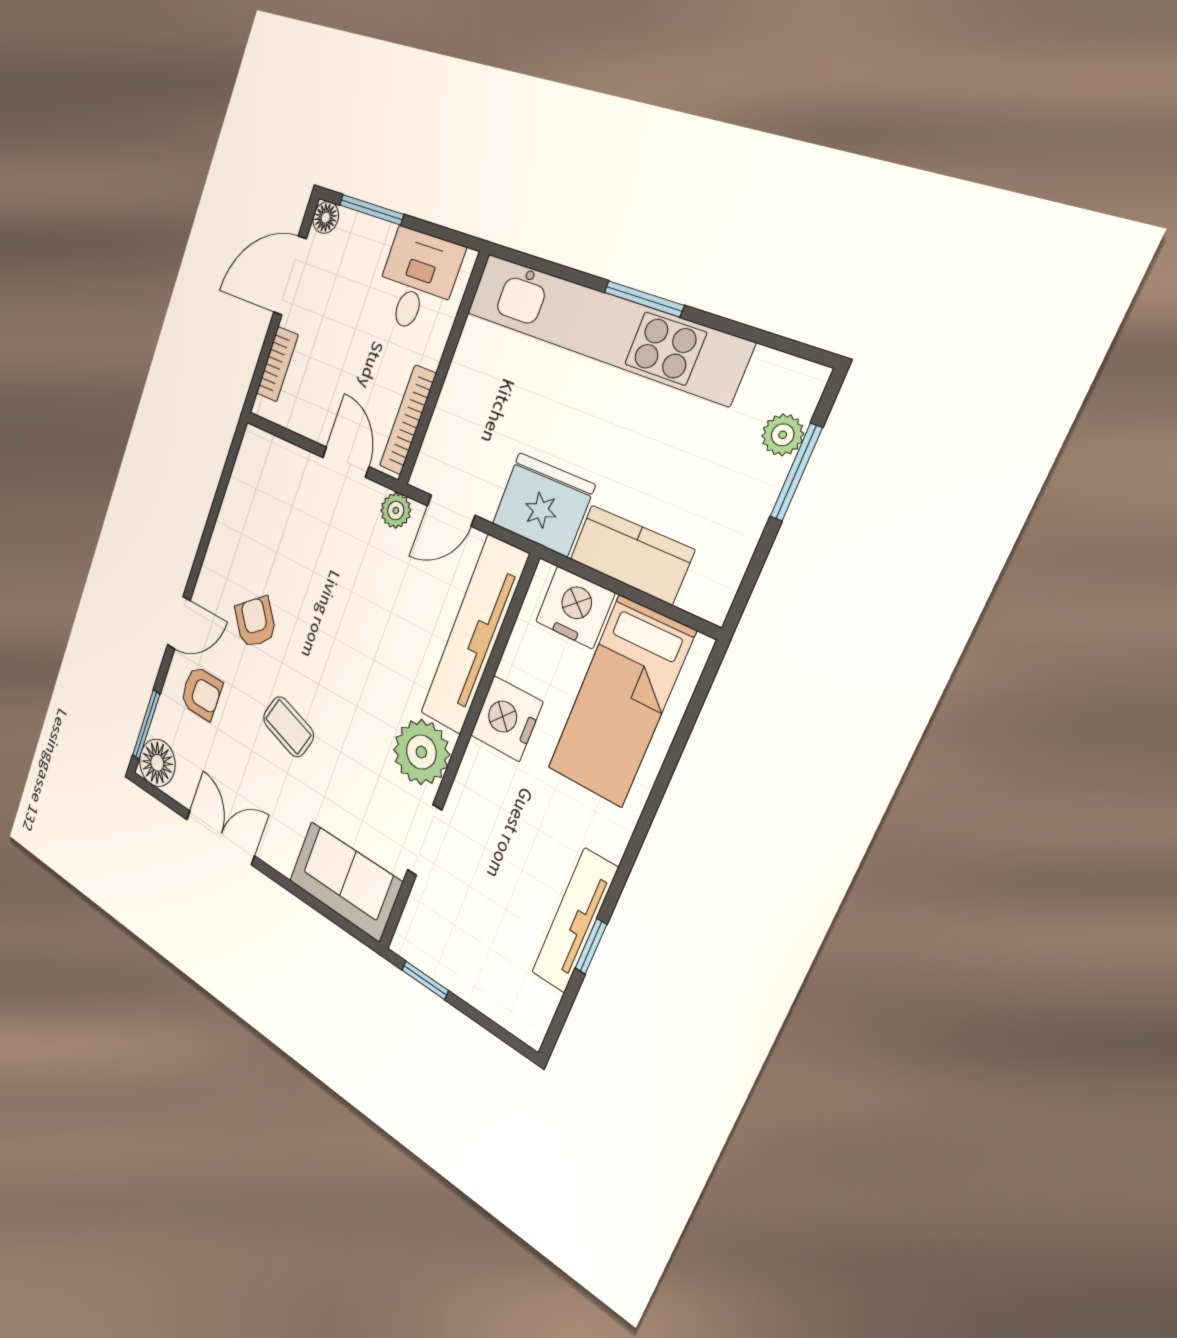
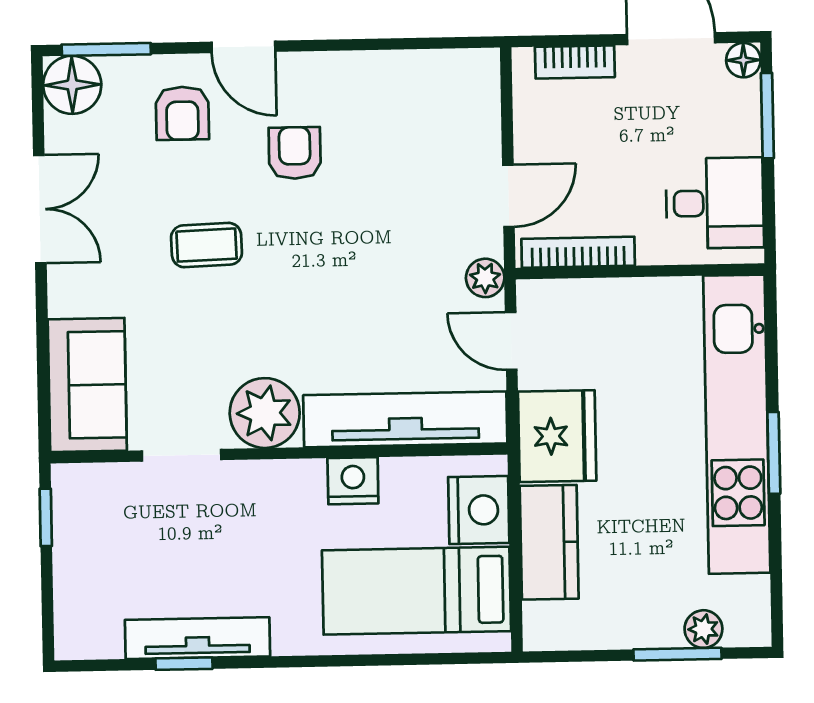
armchair: (255, 622) -> (295, 153), turned -52
nightstand: (507, 719) -> (353, 481), width x0.74, depth x0.75
coffee table: (288, 727) -> (207, 245), turned 71

